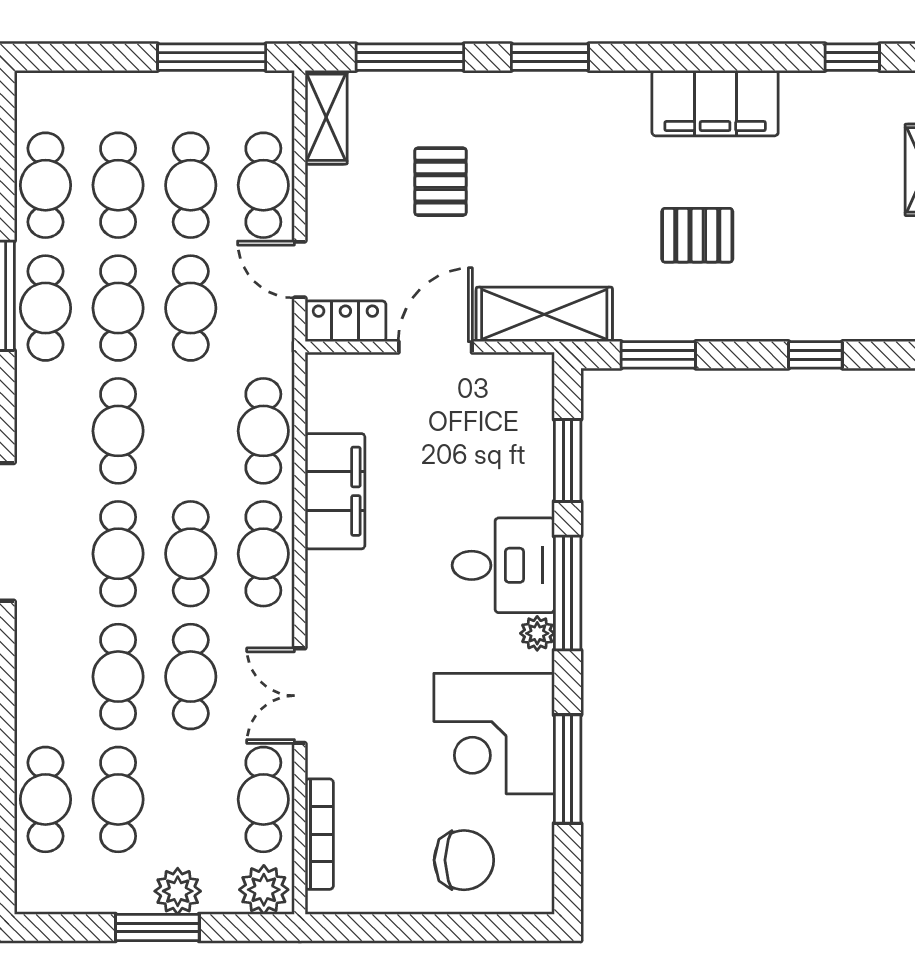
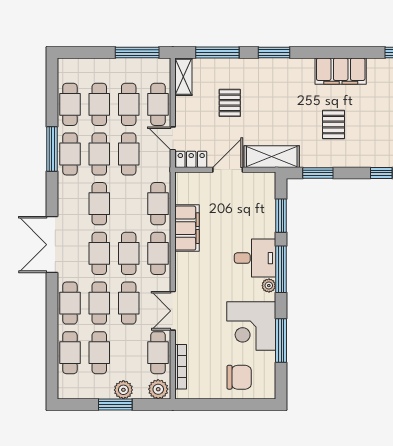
pallet: (697, 235) -> (334, 125), turned 90
cafe table: (45, 677) -> (70, 303), added

